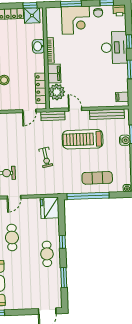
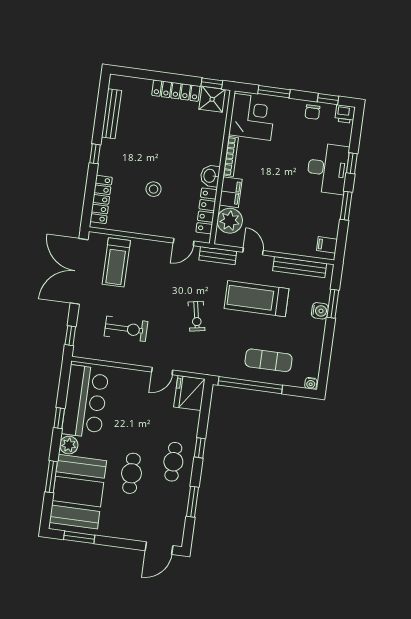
corner desk: (76, 20) -> (252, 117), moved, turned -90
washbasin: (38, 46) -> (210, 176), moved
door: (14, 197) -> (162, 371), moved
cafe table: (12, 237) -> (131, 473), moved

